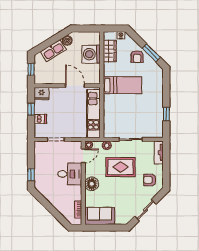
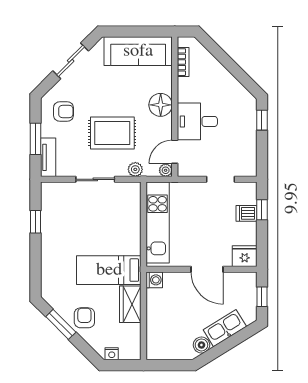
wardrobe: (110, 51) -> (130, 304), moved
washing machine: (91, 54) -> (154, 280), moved, width x0.53, depth x0.53
door: (75, 86) -> (207, 269), moved
window: (31, 109) -> (262, 210), moved
window: (166, 164) -> (36, 139), added
sofa: (100, 216) -> (138, 51), width x1.36

